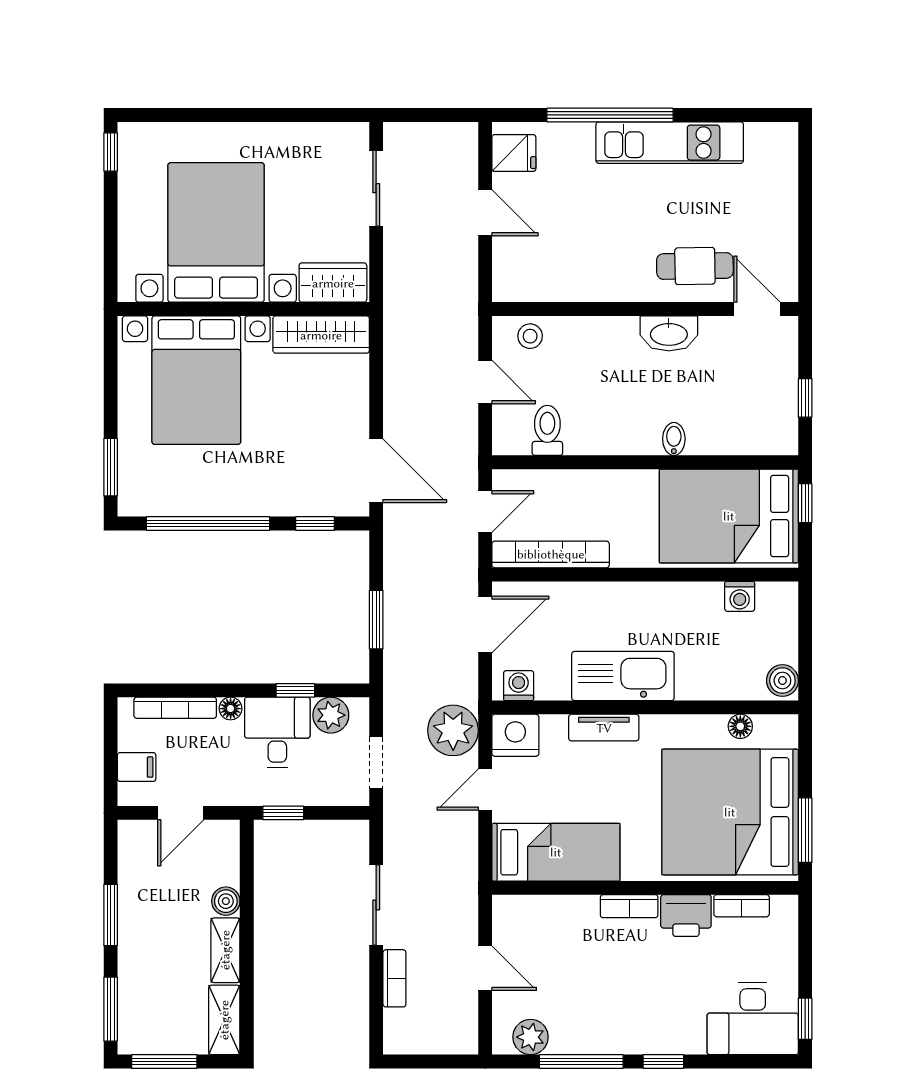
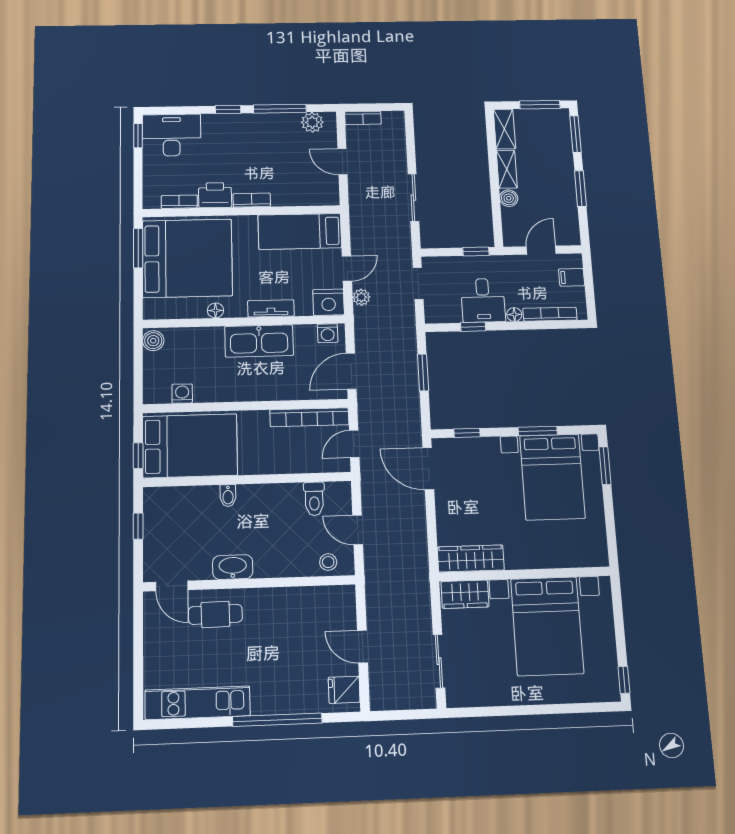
kitchen unit: (670, 143) -> (198, 703), moved
bed with nightstands: (196, 380) -> (552, 477), moved, turned 180
window: (208, 524) -> (538, 431), width x0.47
plant: (331, 715) -> (449, 312), removed
floor lamp: (740, 726) -> (215, 310), moved
plant: (453, 730) -> (361, 297), width x0.53, depth x0.53
bookcase: (394, 978) -> (363, 118), moved, turned -90

